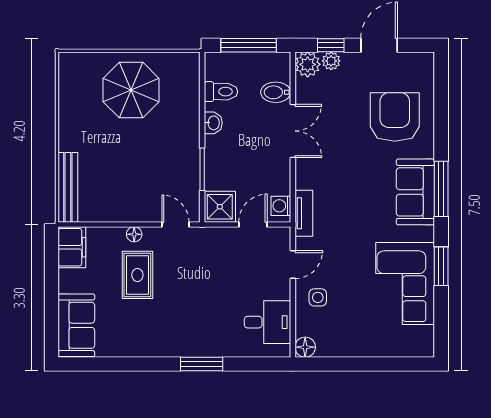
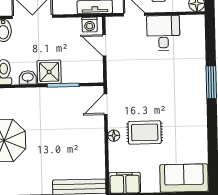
shower: (220, 207) -> (49, 72), moved
desk: (267, 322) -> (163, 33), moved

